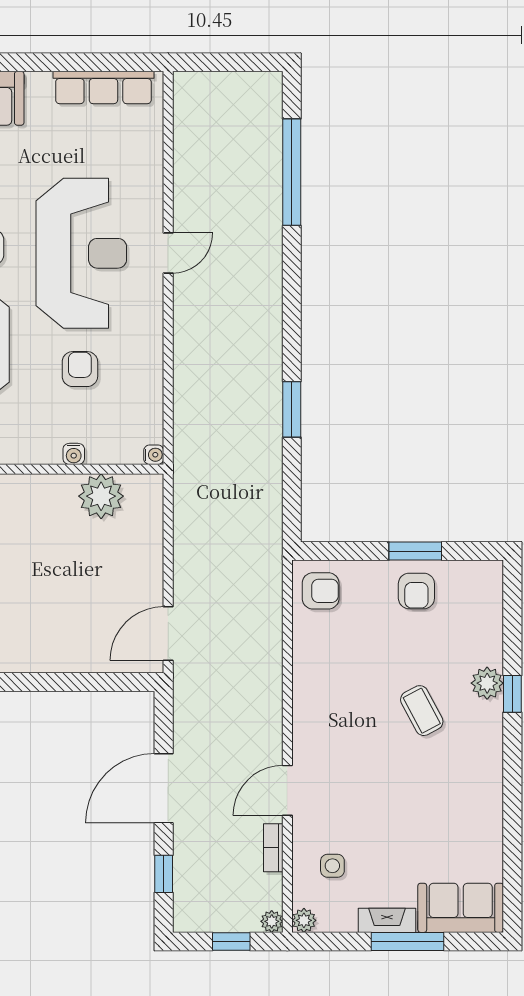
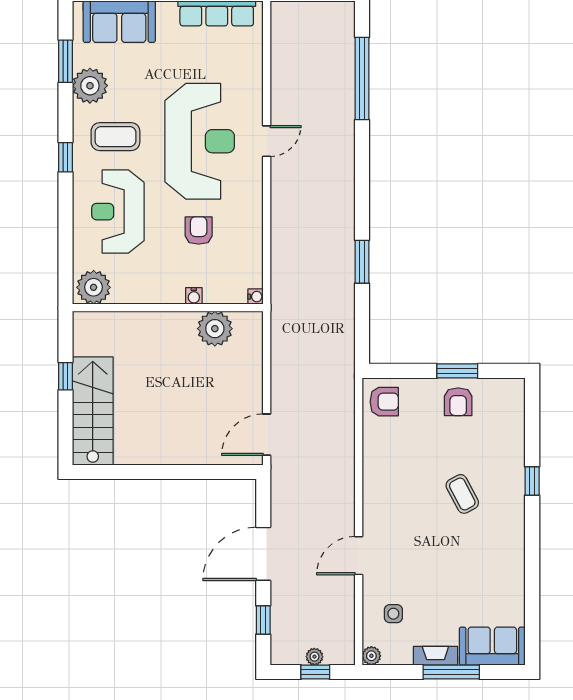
plant: (487, 683) -> (513, 473), removed
bookcase: (273, 848) -> (348, 600), removed
plant: (272, 921) -> (314, 657), moved

